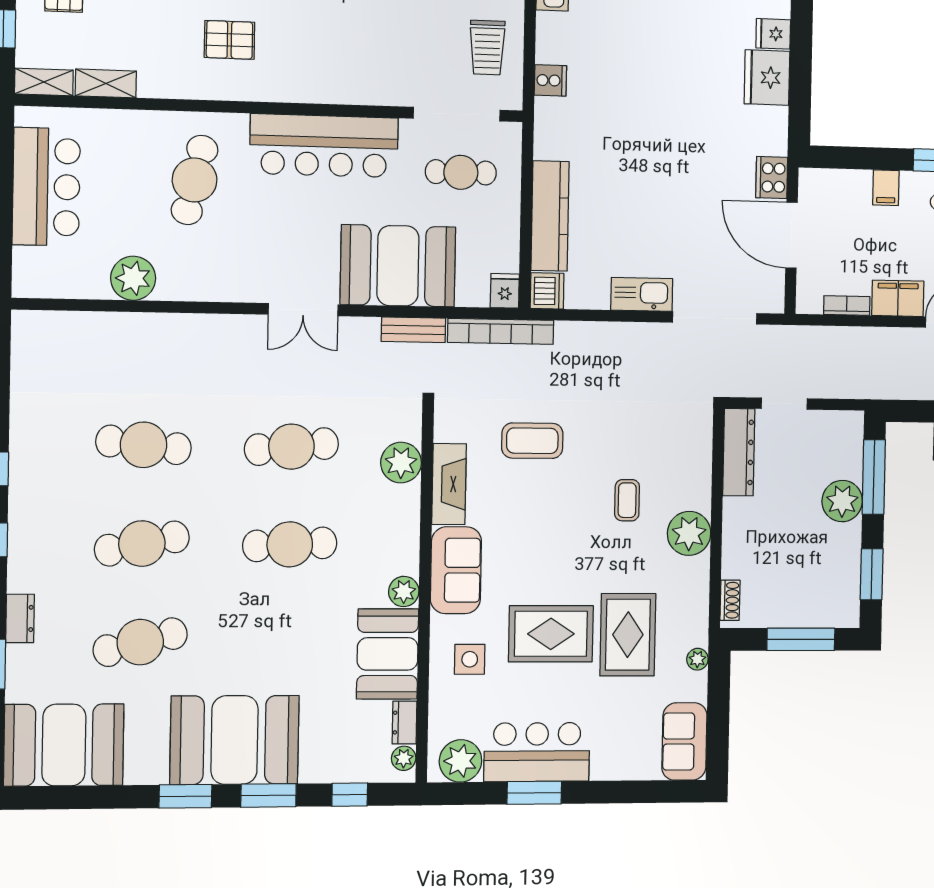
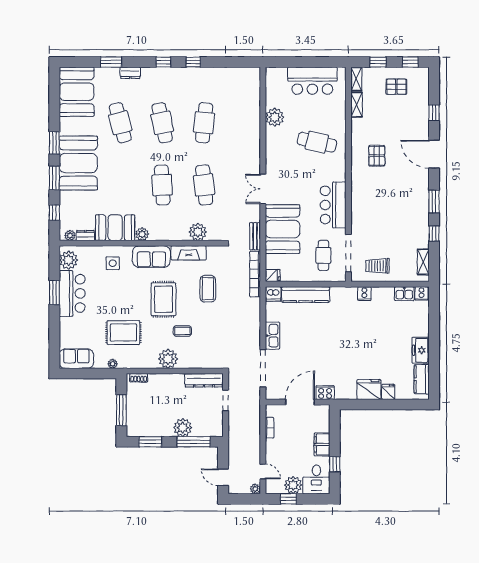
bar counter: (324, 146) -> (333, 205), width x0.73
filing cabinet: (886, 188) -> (322, 444), width x2.00
filing cabinet: (898, 298) -> (273, 451), removed
rug: (551, 634) -> (164, 299), moved

